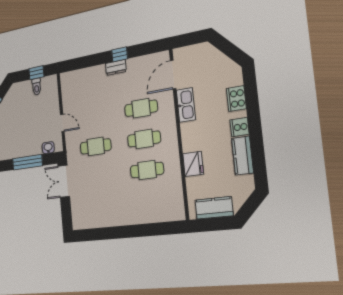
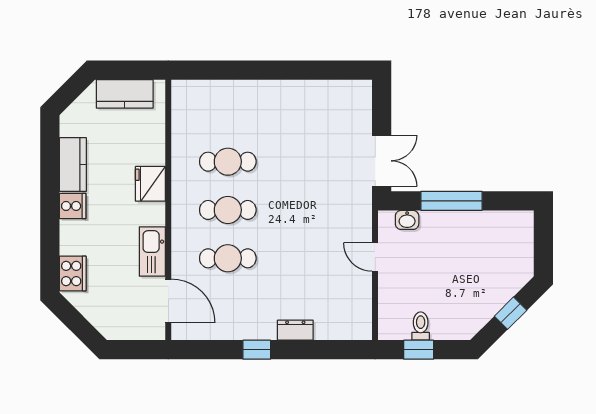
dresser: (116, 67) -> (295, 330), moved
door: (173, 75) -> (168, 301), hinge flipped
cooker: (236, 99) -> (73, 274), moved
cafe table: (96, 146) -> (315, 210), removed
fridge: (193, 164) -> (150, 184), moved

